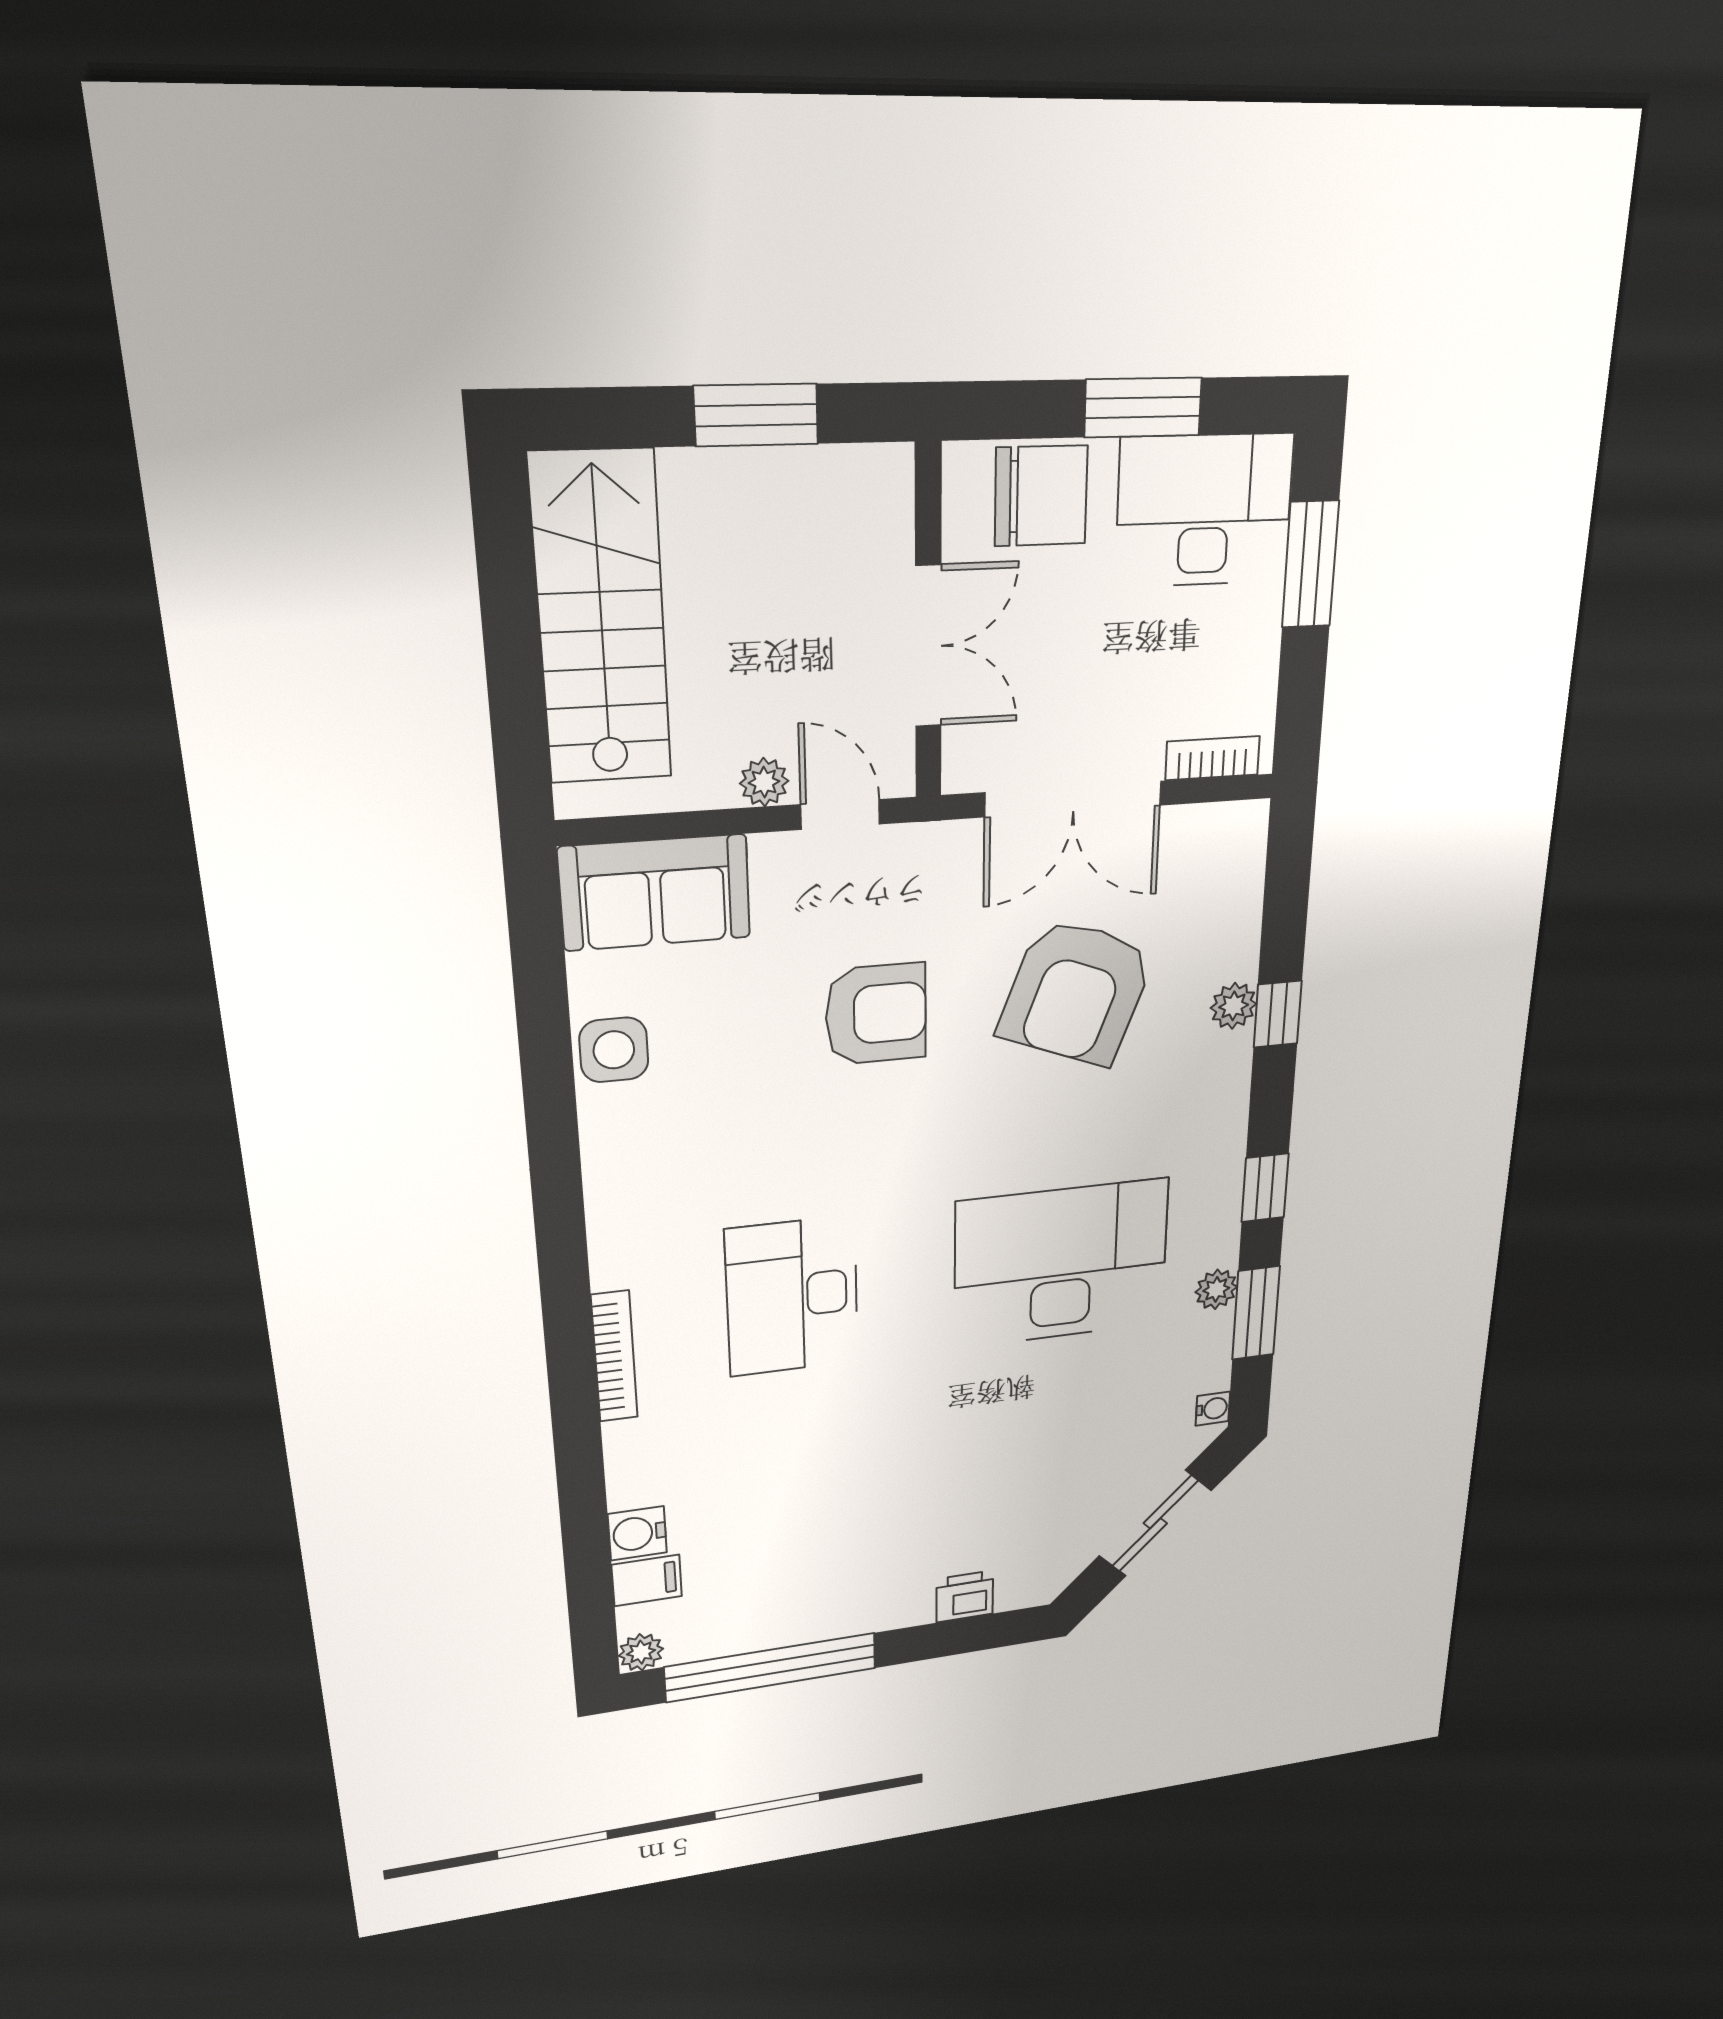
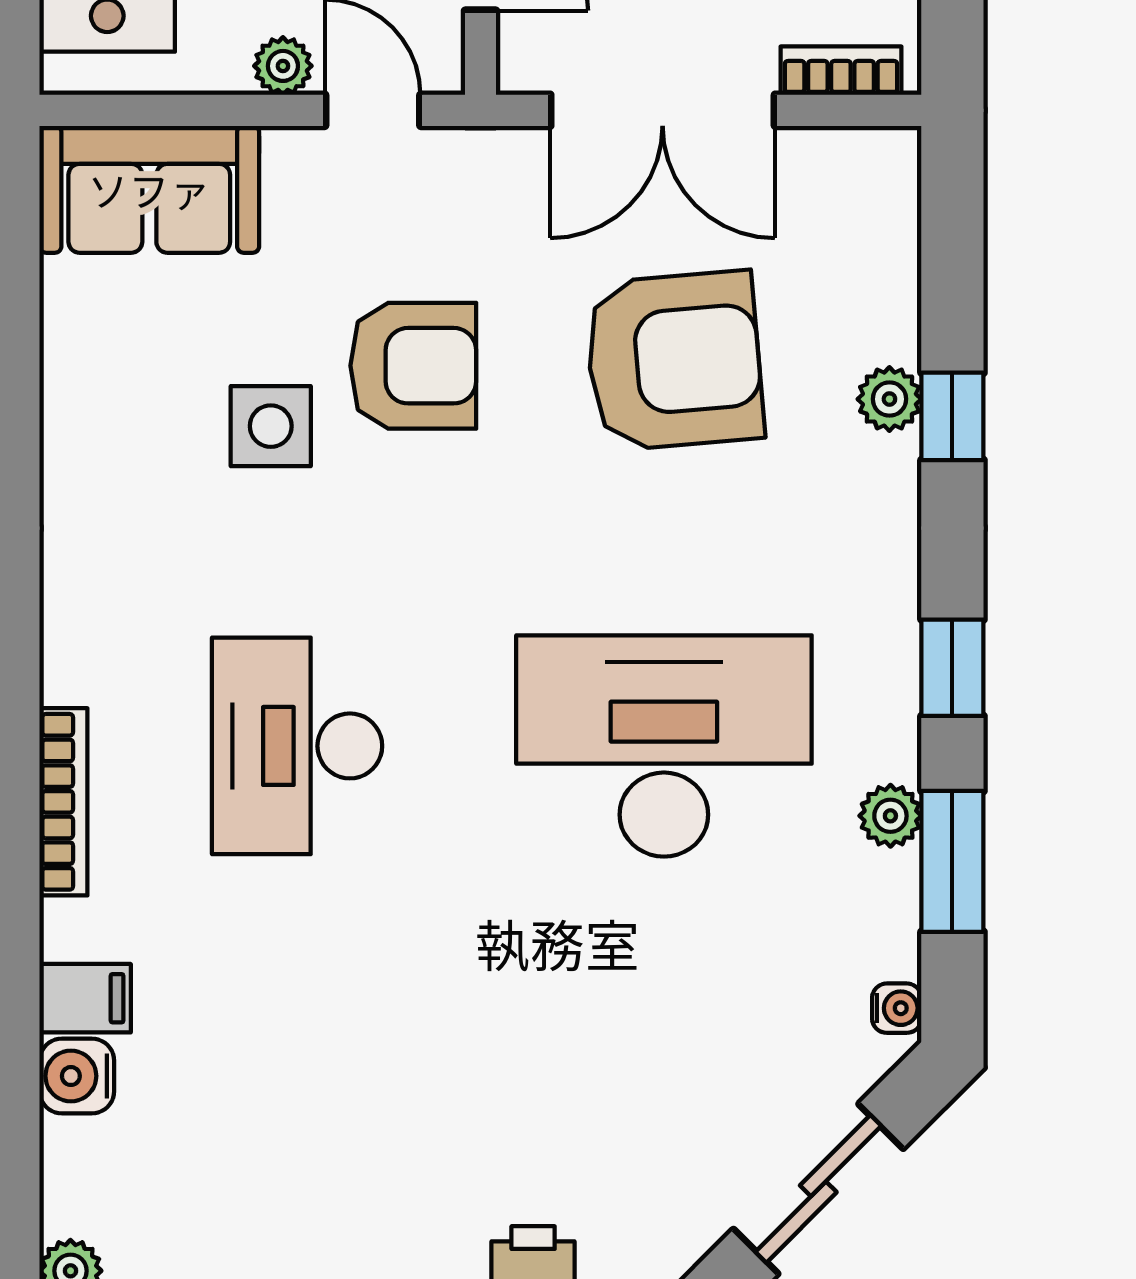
armchair: (1077, 992) -> (674, 361), turned -116
side table: (614, 1050) -> (271, 426), moved
filing cabinet: (647, 1580) -> (85, 998), moved

